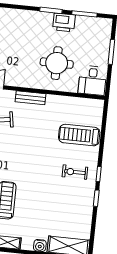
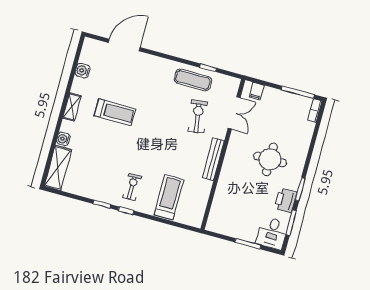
round table: (57, 63) -> (270, 159), moved
desk: (92, 80) -> (272, 233), moved, turned -90
bench: (30, 98) -> (213, 159), width x1.36

